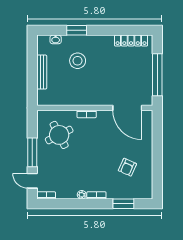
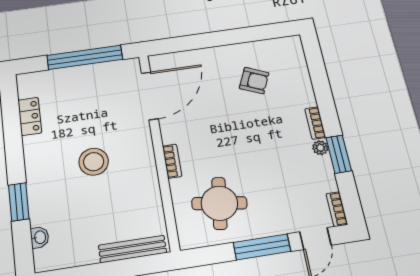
locker: (131, 41) -> (30, 116), width x0.66
stool: (78, 61) -> (94, 162), moved
bench: (42, 72) -> (132, 249), moved
round table: (59, 135) -> (219, 203), turned 35
window: (123, 204) -> (339, 154), moved

